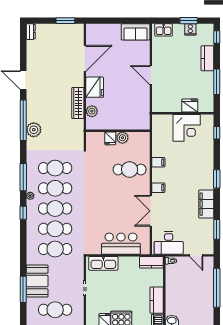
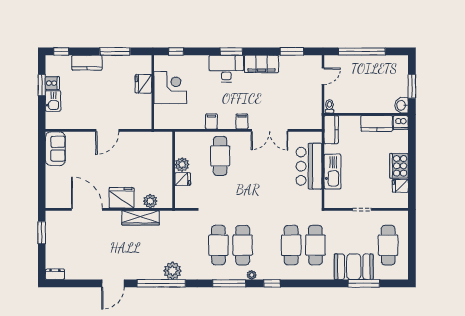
kitchen sink: (164, 30) -> (53, 101), moved
cafe table: (55, 209) -> (267, 245), removed
desk: (169, 243) -> (226, 69), moved, turned -90
kitchen sink: (103, 263) -> (333, 172), moved

